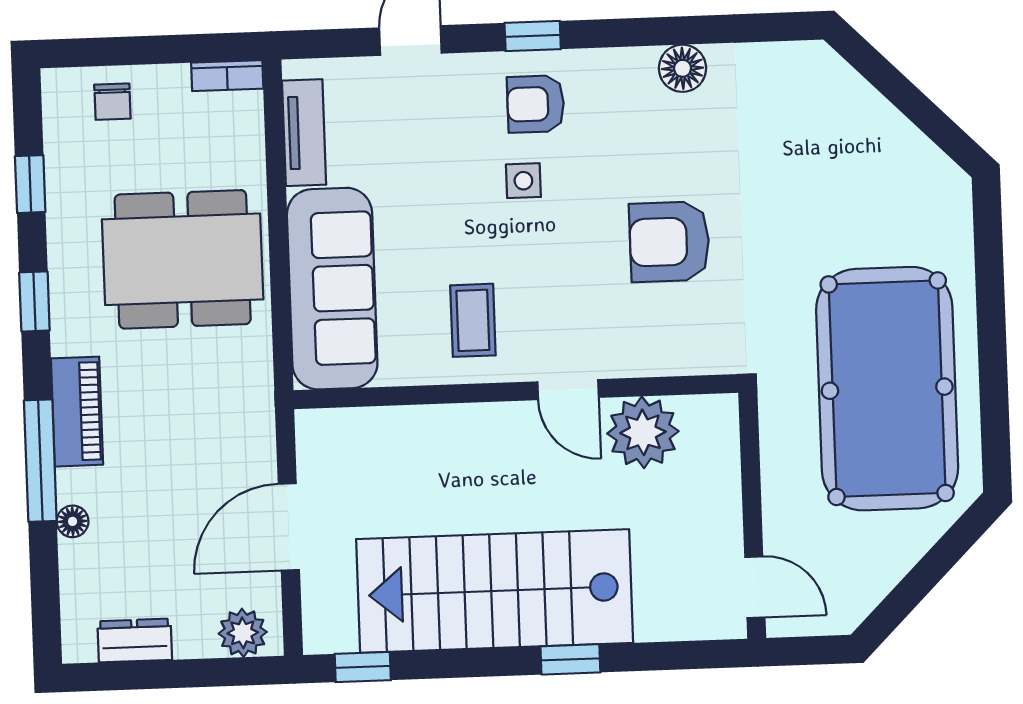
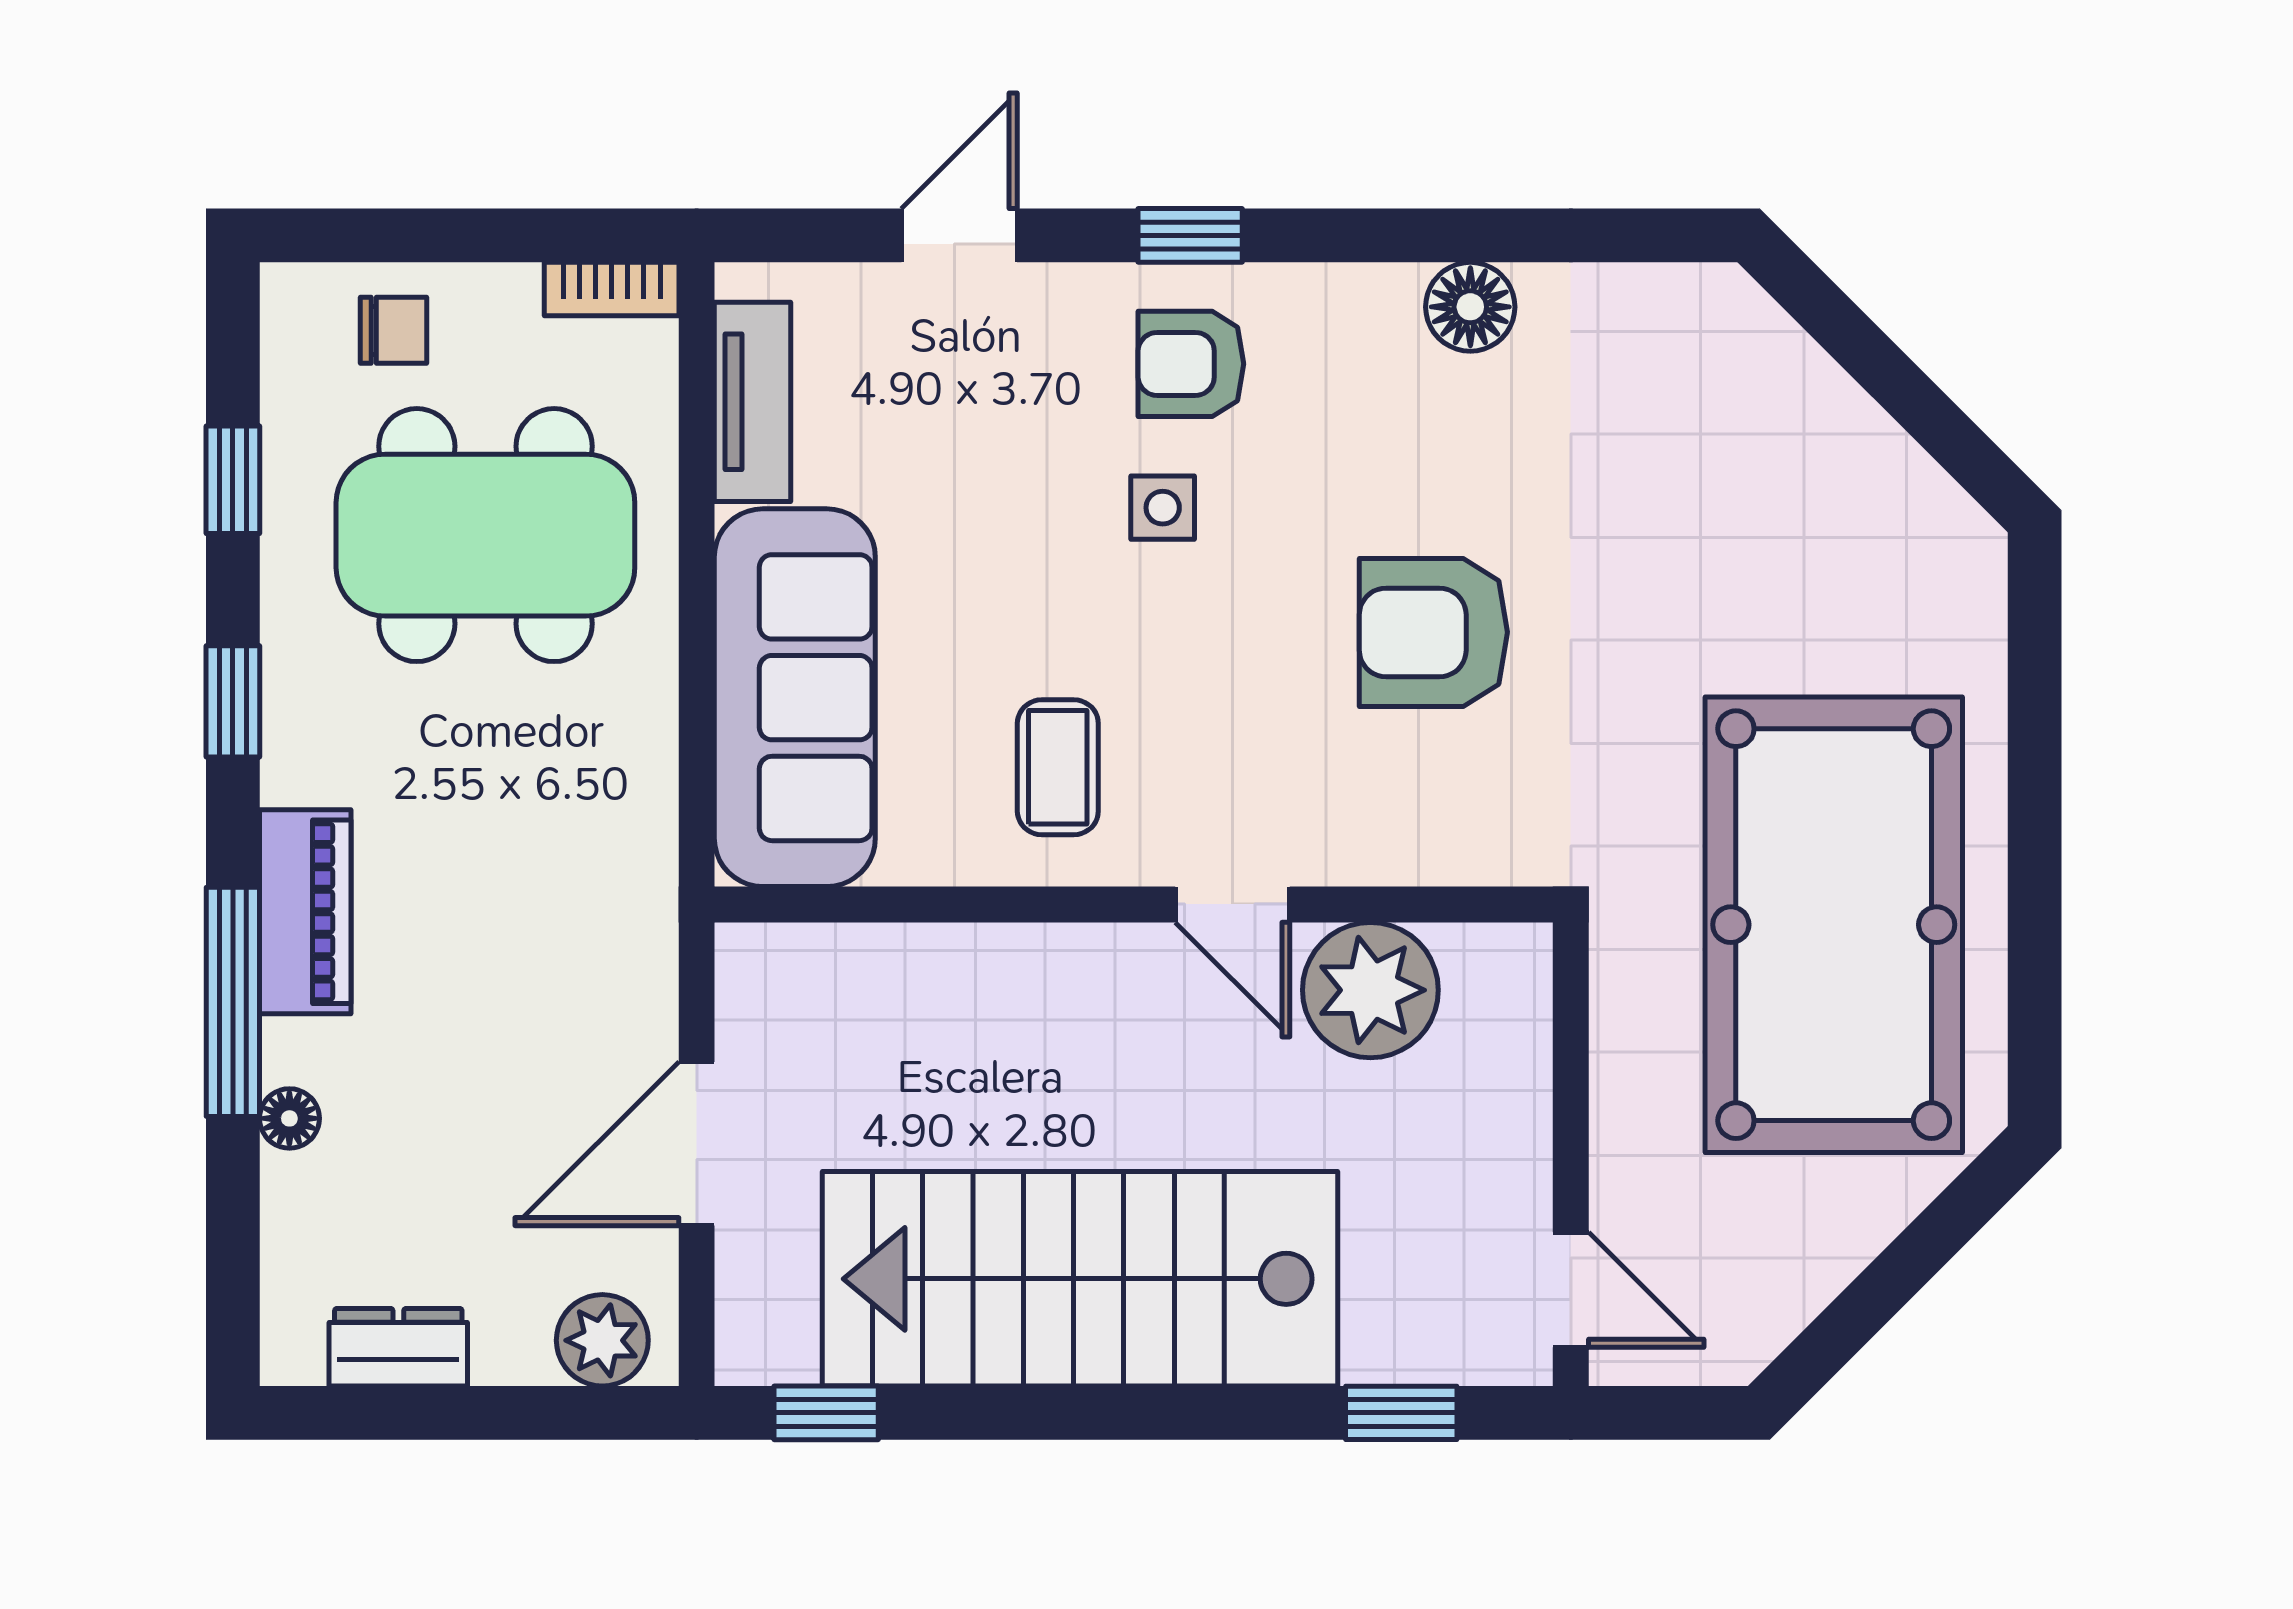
chair: (112, 102) -> (394, 330), turned -90
dining table: (183, 259) -> (485, 535), moved
window: (570, 659) -> (1401, 1413), moved

